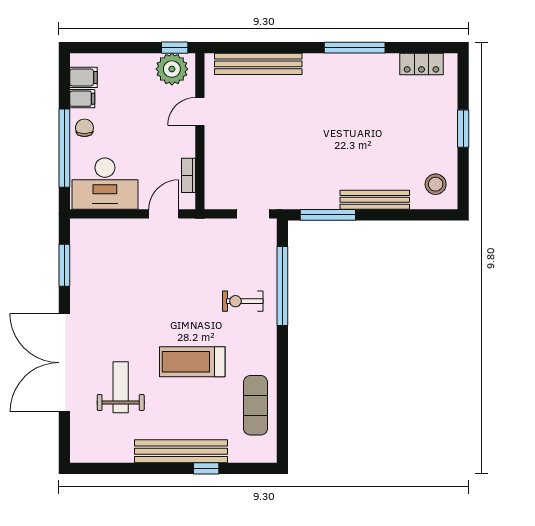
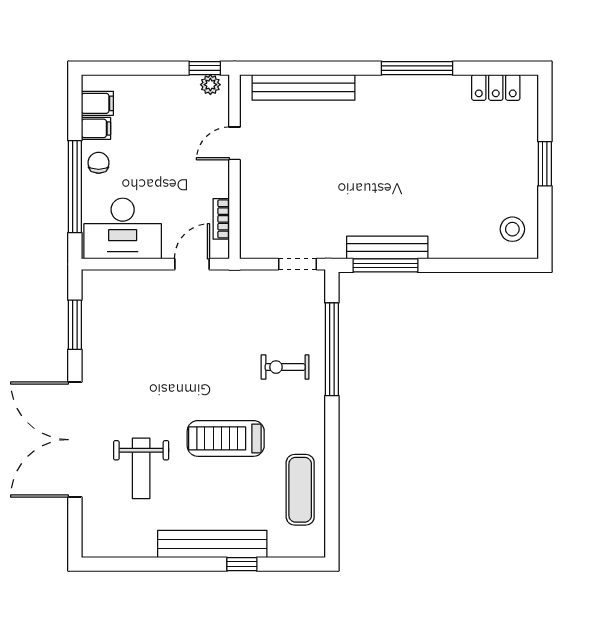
plant: (172, 69) -> (210, 85), width x0.53, depth x0.53
bench: (375, 200) -> (387, 248), moved
weight bench: (121, 387) -> (141, 468), turned 180

